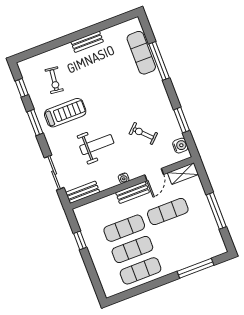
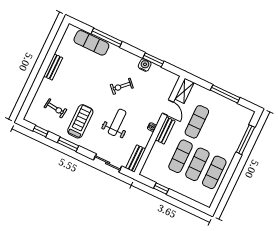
exercise bike: (143, 133) -> (122, 86), moved
water cooler: (180, 146) -> (145, 65), moved

